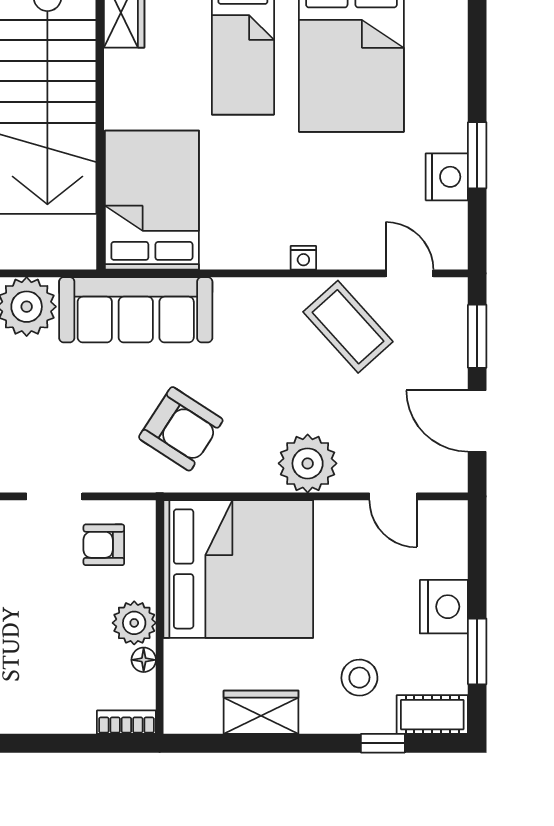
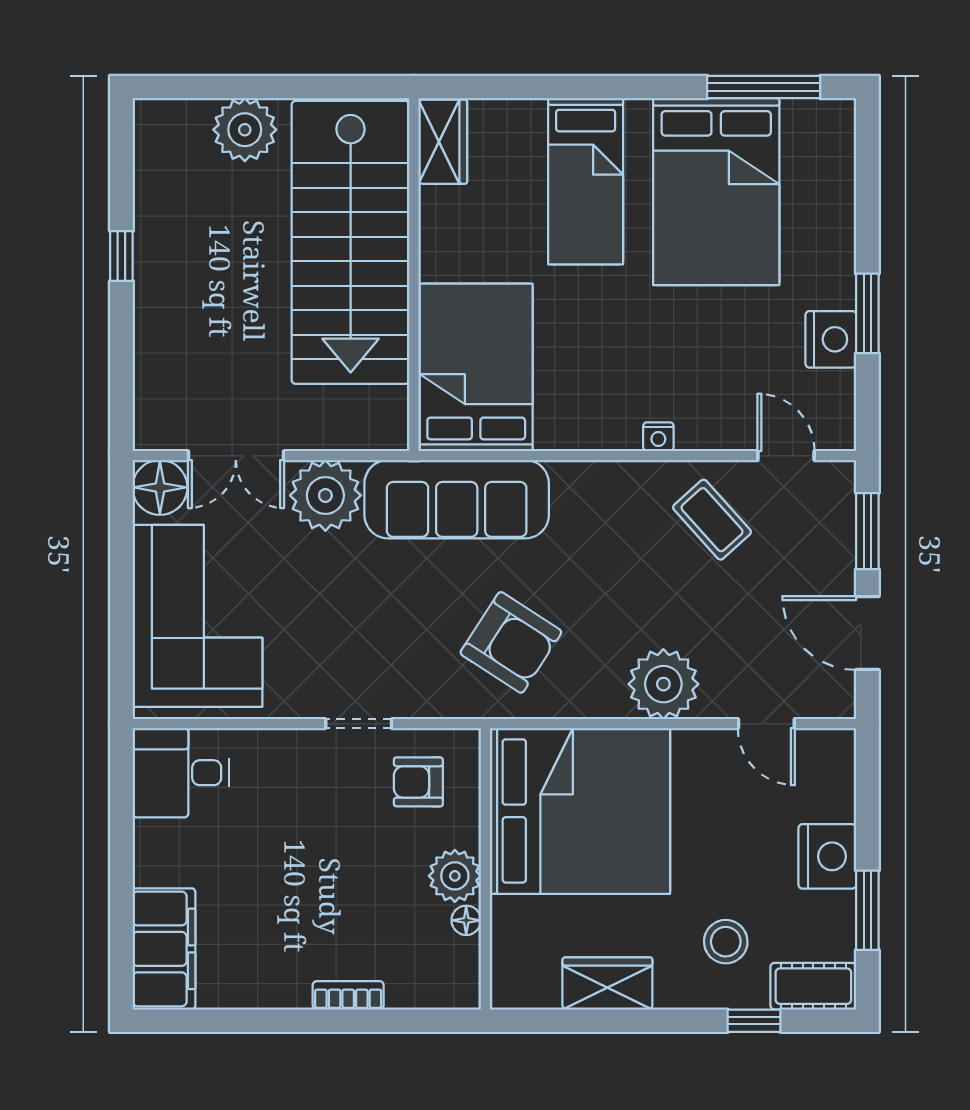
coffee table: (348, 327) -> (712, 520), width x0.73, depth x0.77
bookcase: (126, 722) -> (348, 995), moved

